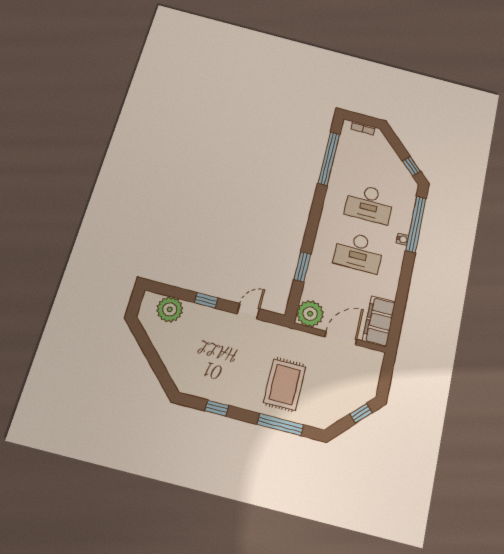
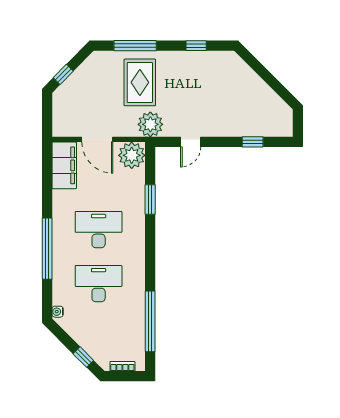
window: (411, 166) -> (83, 357), moved
window: (416, 224) -> (47, 249), moved
water cooler: (402, 239) -> (58, 312), moved
window: (206, 300) -> (253, 142), moved
plant: (170, 309) -> (150, 124), moved
door: (341, 338) -> (97, 139), hinge flipped

